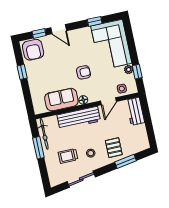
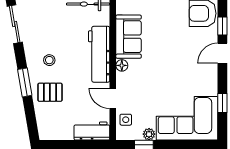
armchair: (83, 72) -> (158, 74), removed
trolley: (68, 156) -> (52, 29), removed
window: (126, 161) -> (25, 82), moved
sliding door: (81, 179) -> (15, 24), moved

